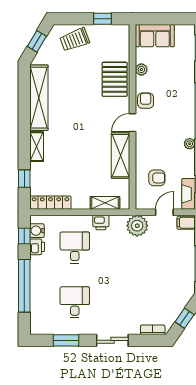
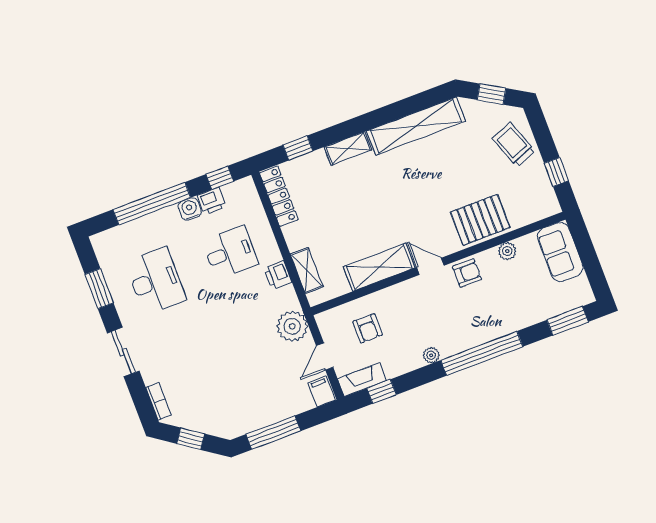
door: (164, 212) -> (325, 356), swing flipped
water cooler: (37, 231) -> (190, 209), moved
desk: (75, 302) -> (156, 281), width x1.37

